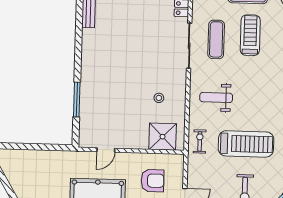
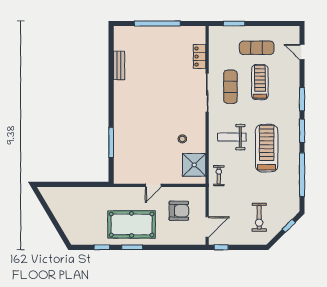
shower: (163, 137) -> (194, 165), moved
treadmill: (246, 144) -> (267, 148), moved, turned -90
door: (106, 150) -> (153, 185), moved

